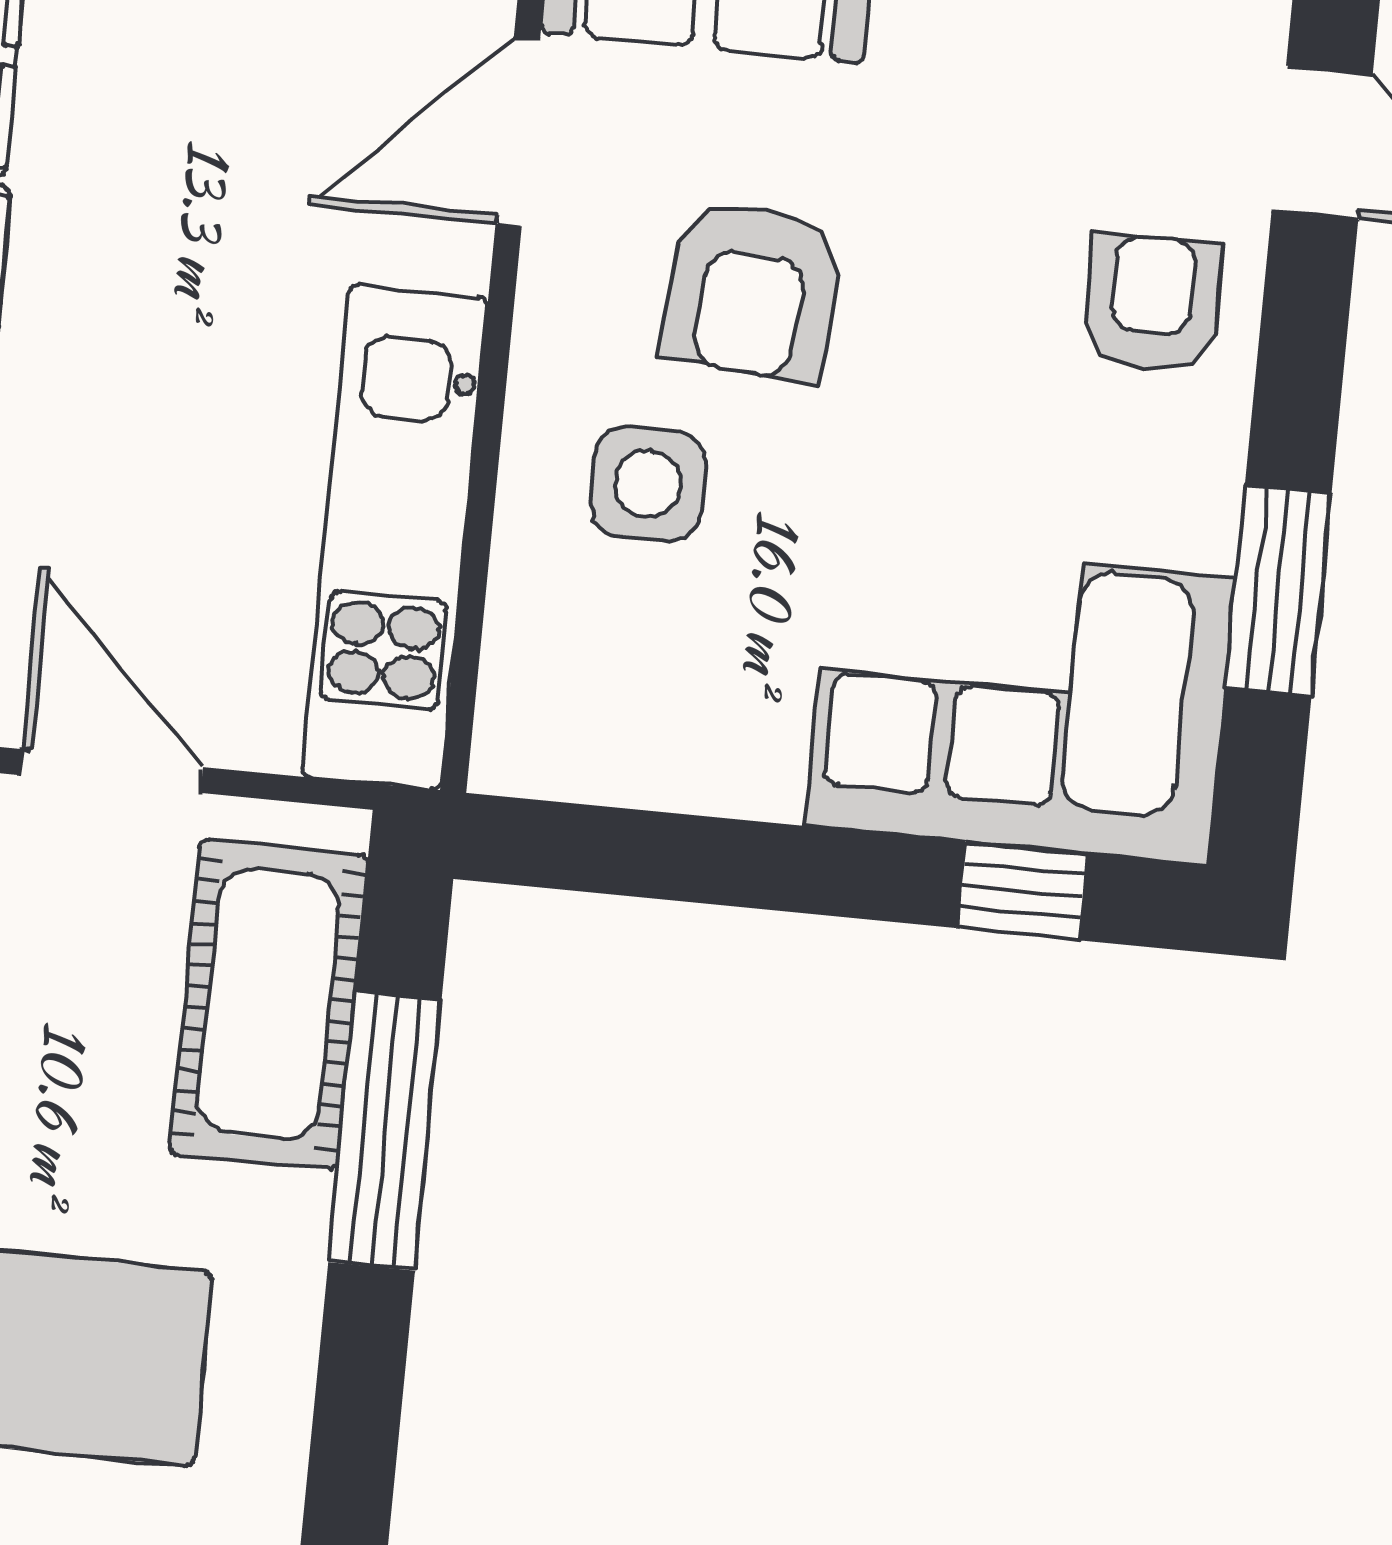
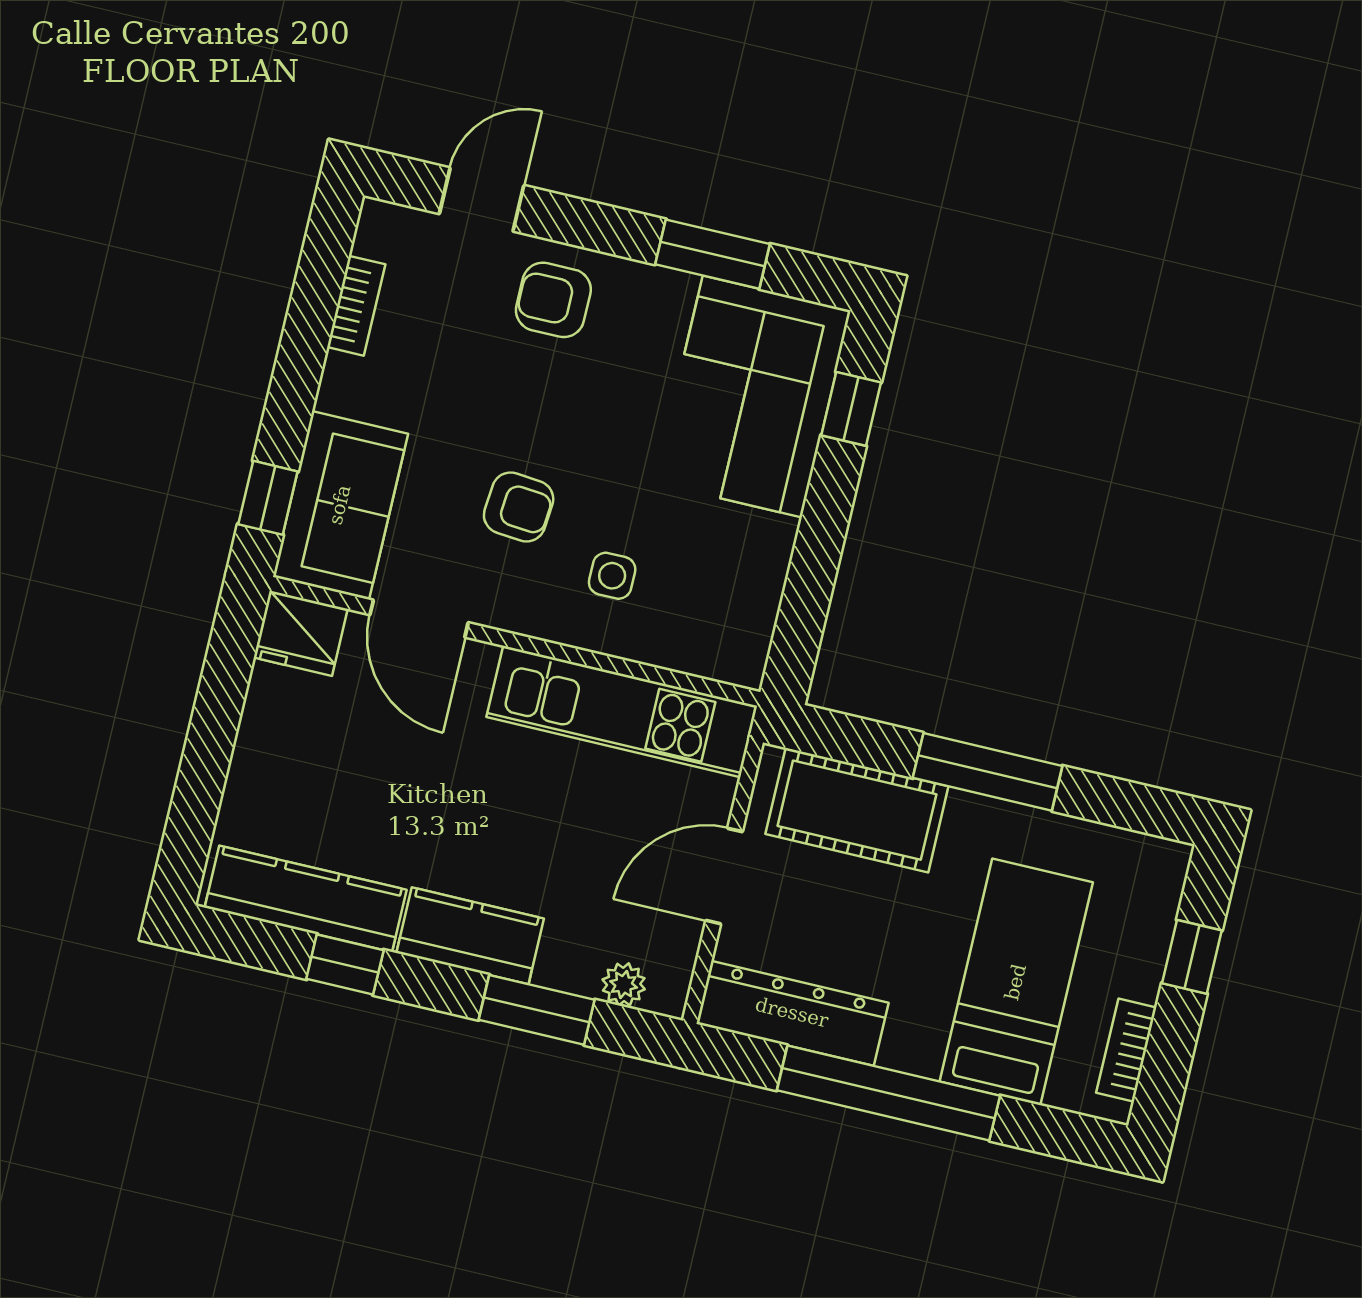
armchair: (753, 291) -> (519, 507), width x0.72, depth x0.72
side table: (648, 484) -> (612, 576), width x0.73, depth x0.73
window: (385, 1131) -> (988, 772), moved

